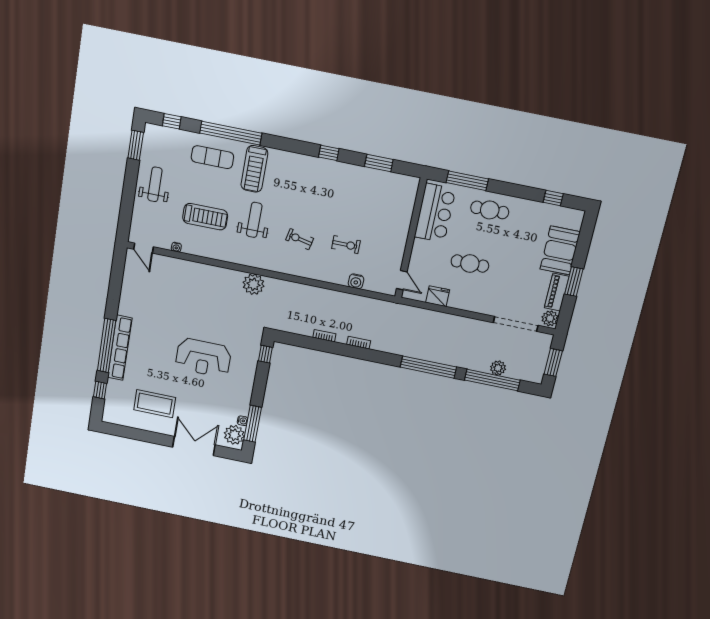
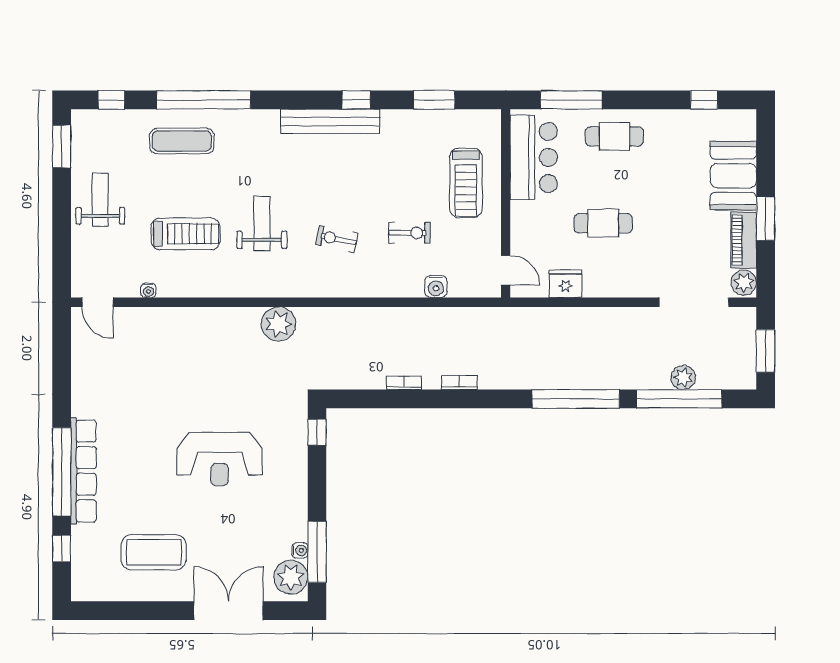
bench: (309, 163) -> (330, 121), added
treadmill: (254, 169) -> (466, 183), moved

